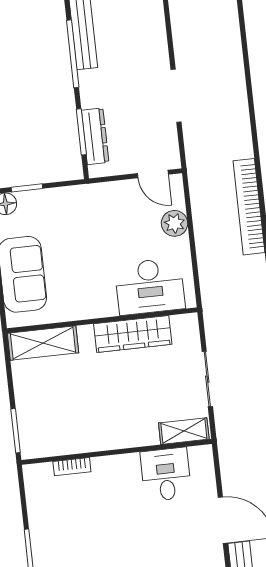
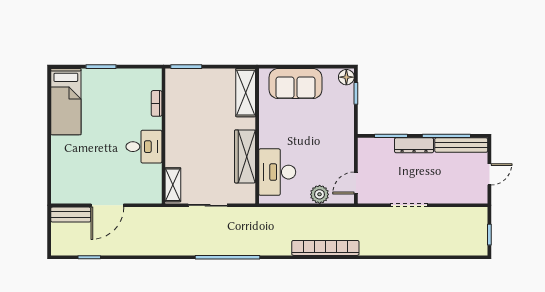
dresser: (95, 136) -> (414, 145), moved
desk: (166, 474) -> (144, 147), moved

